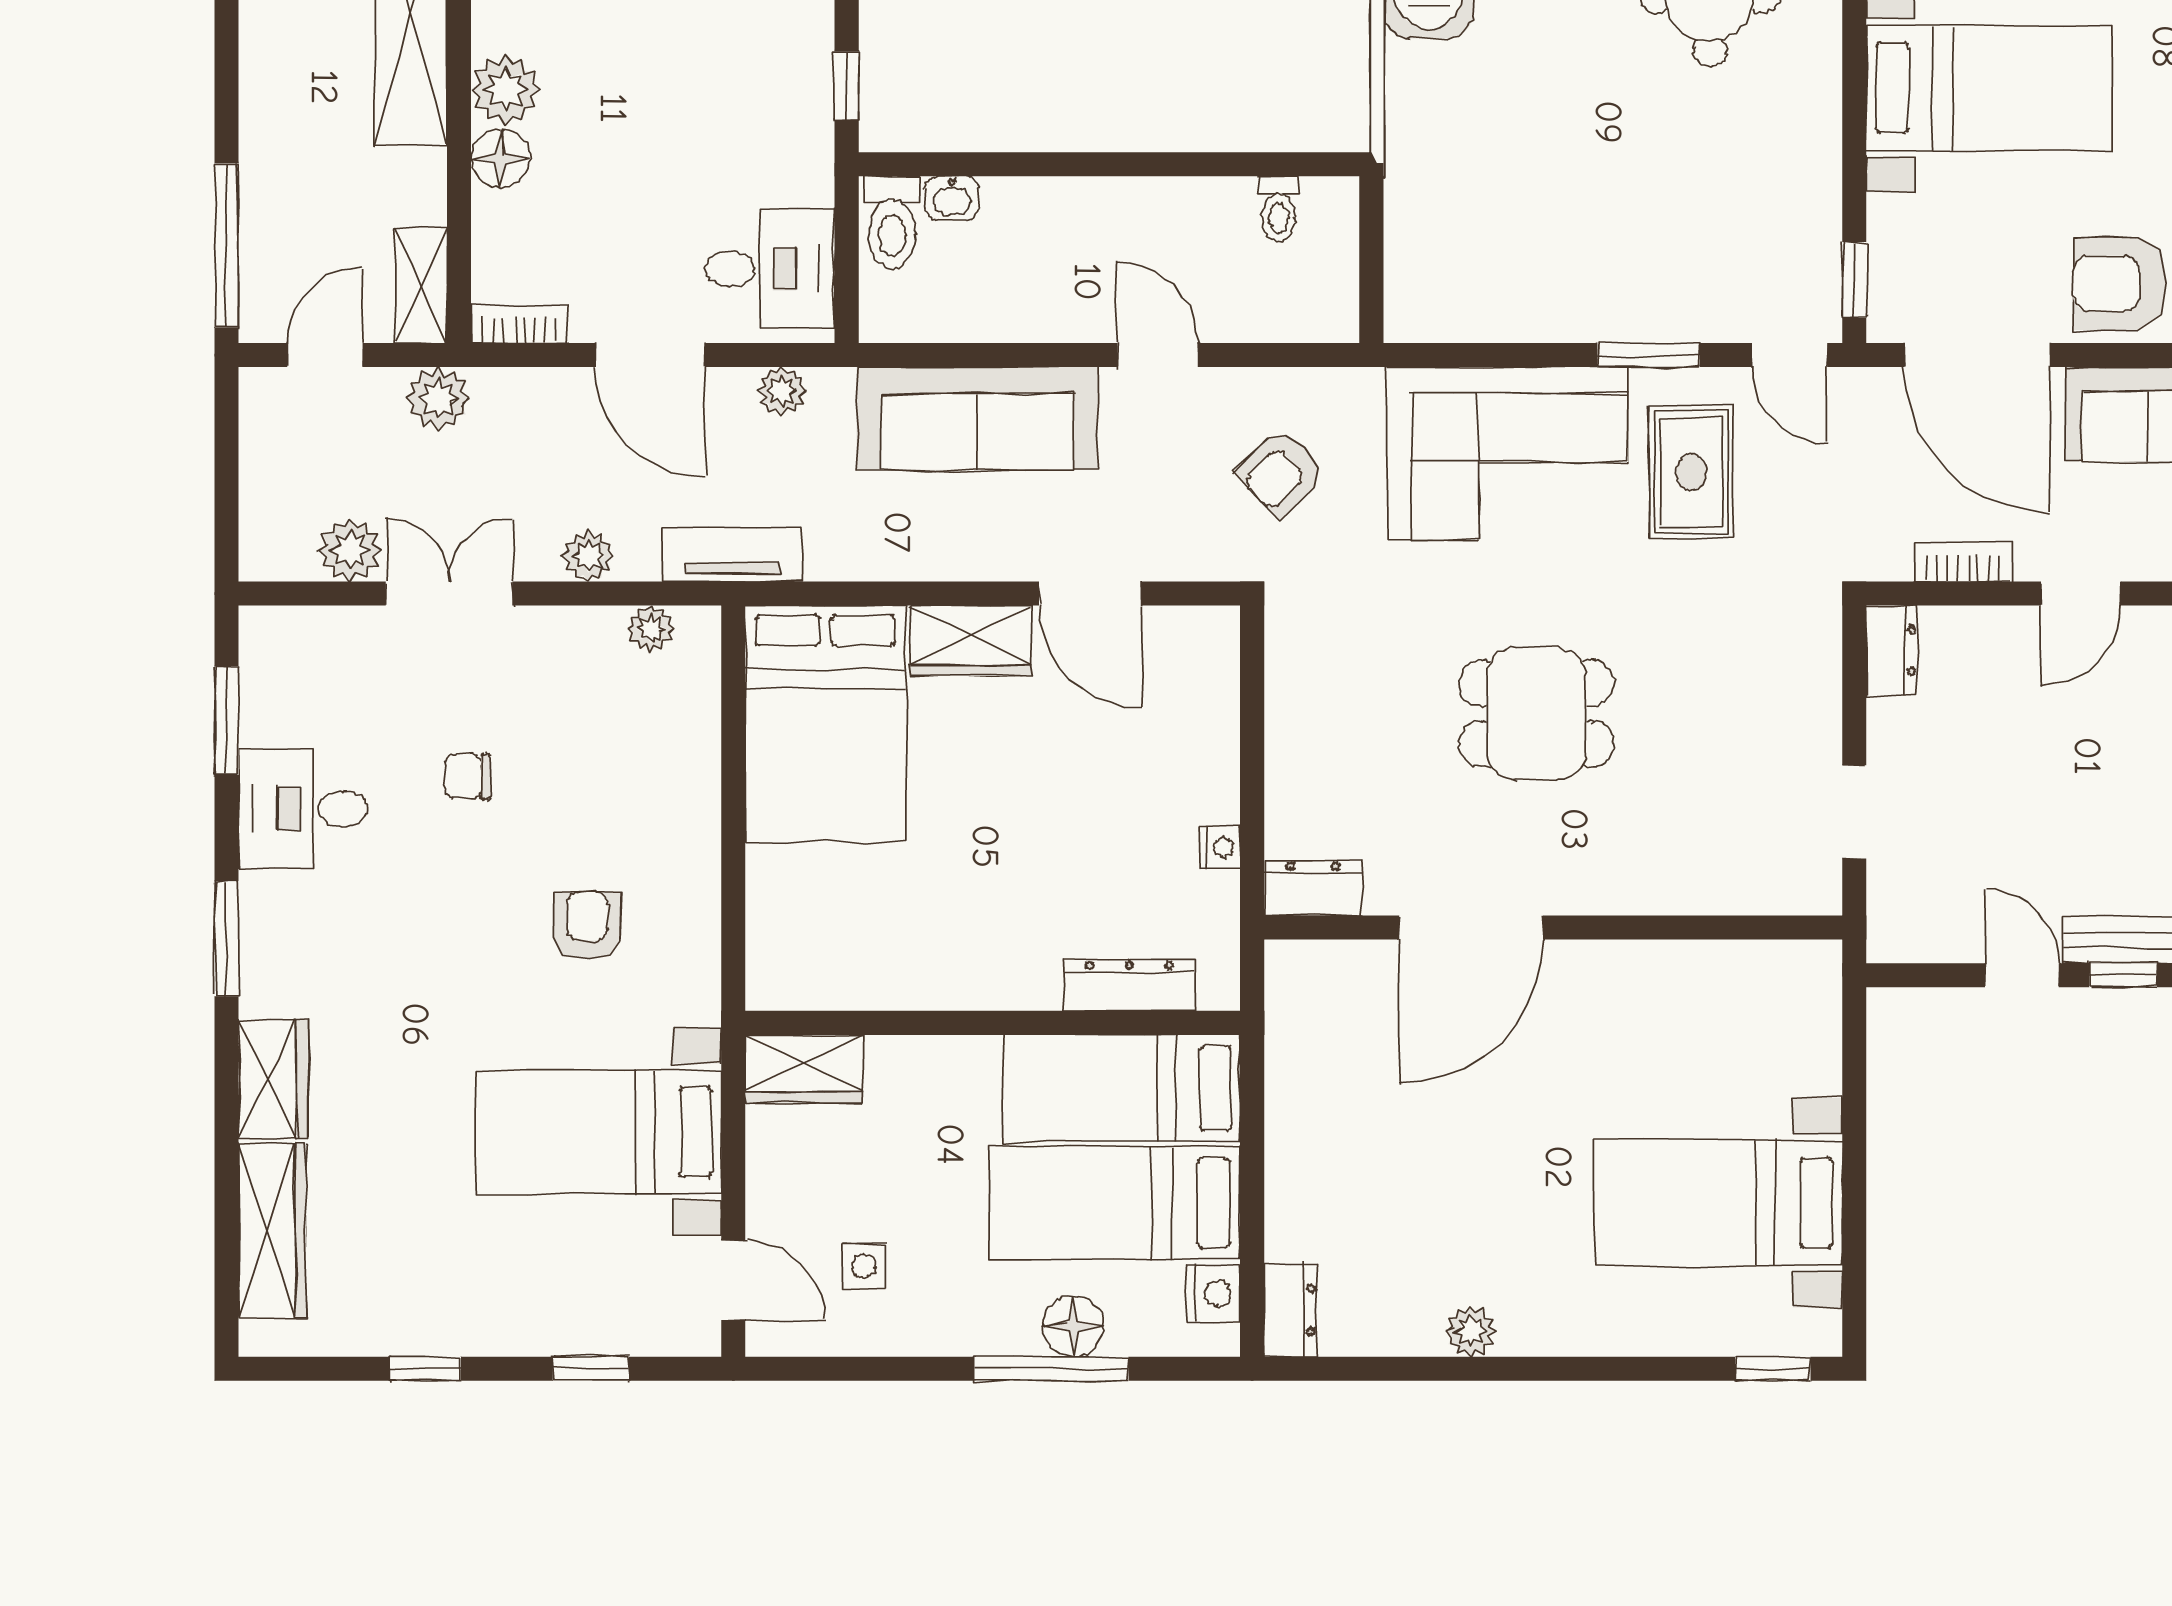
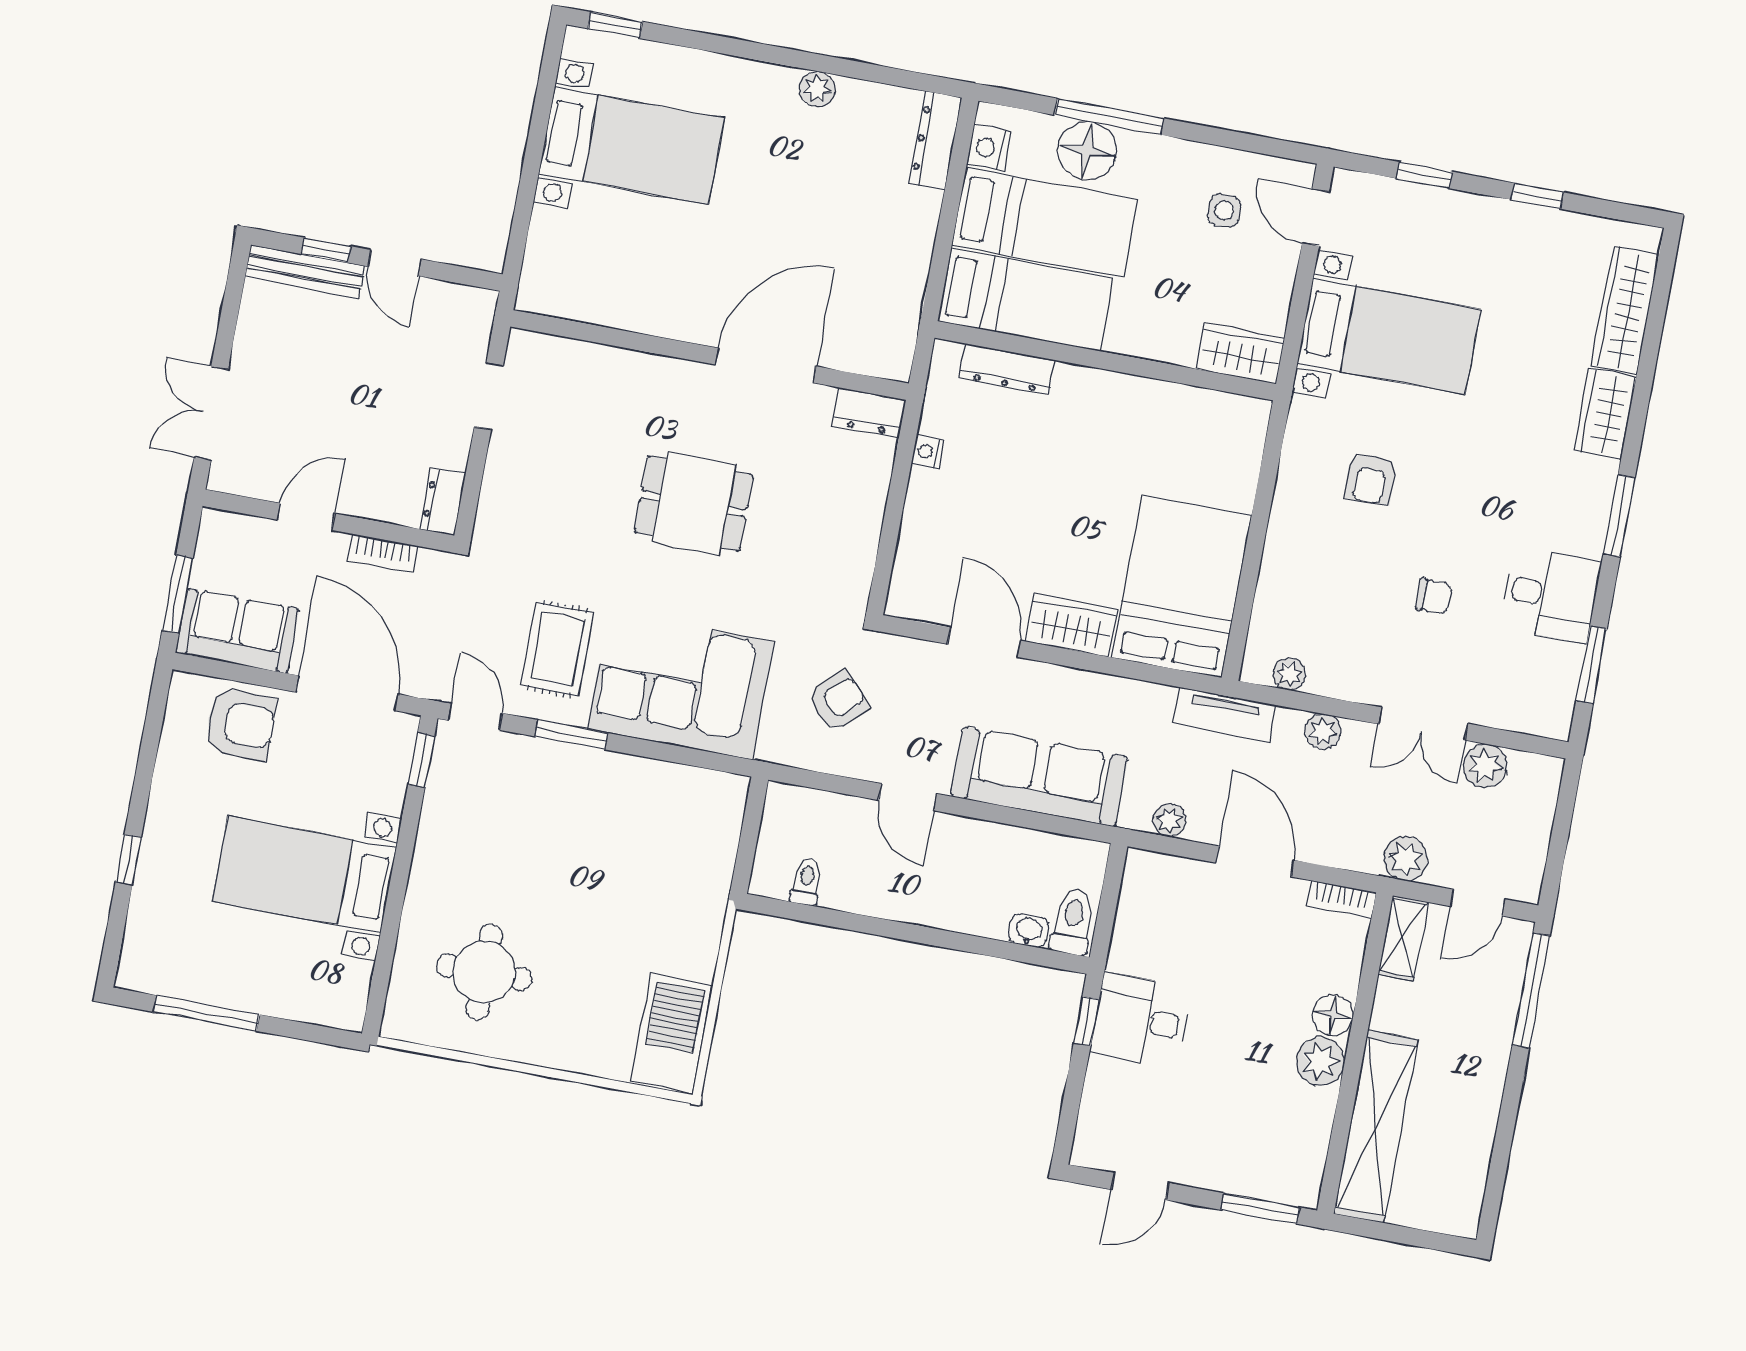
desk: (770, 269) -> (1141, 1020), moved
dresser: (1290, 1310) -> (935, 141), width x1.44
floor lamp: (1073, 1326) -> (1087, 151), width x1.38, depth x1.38

